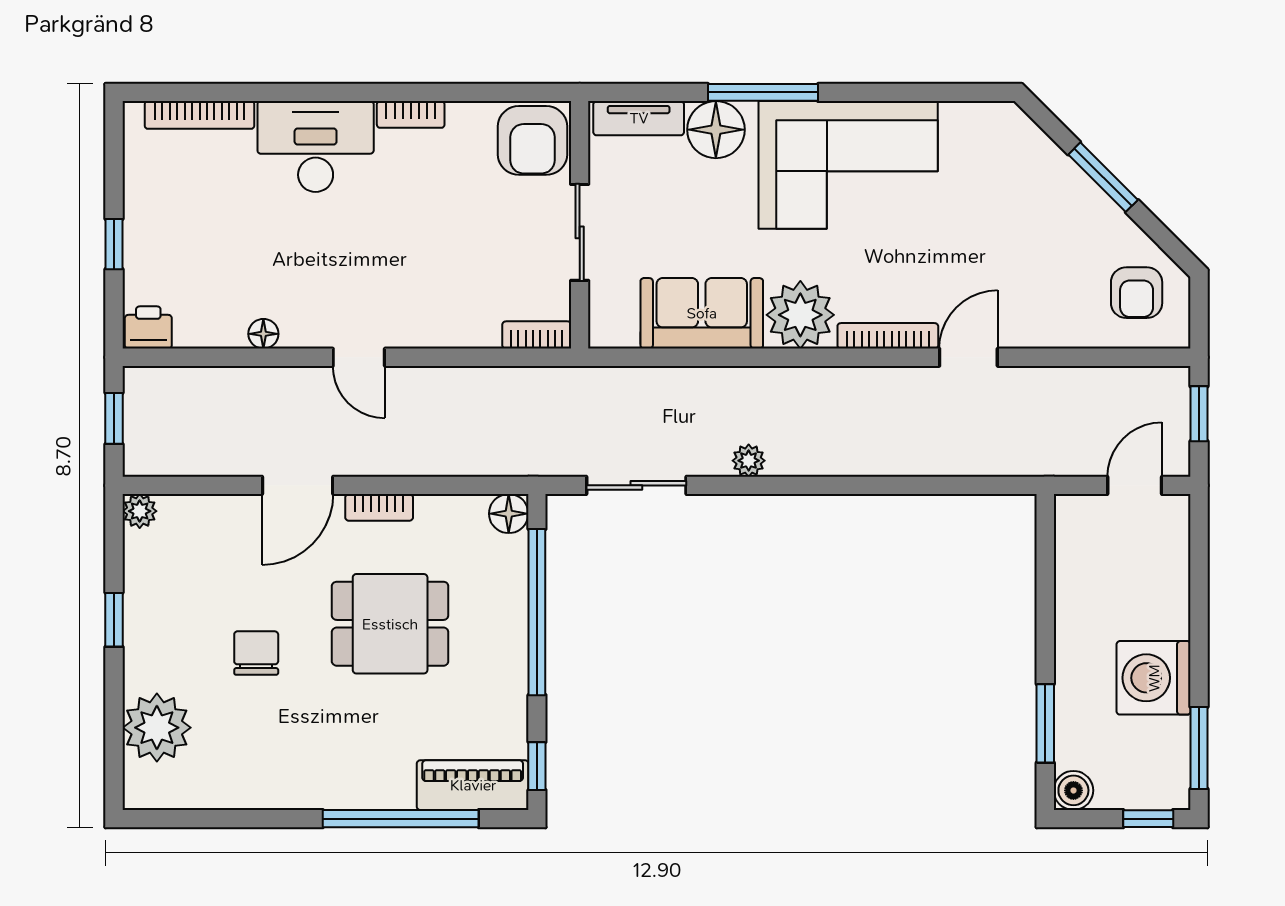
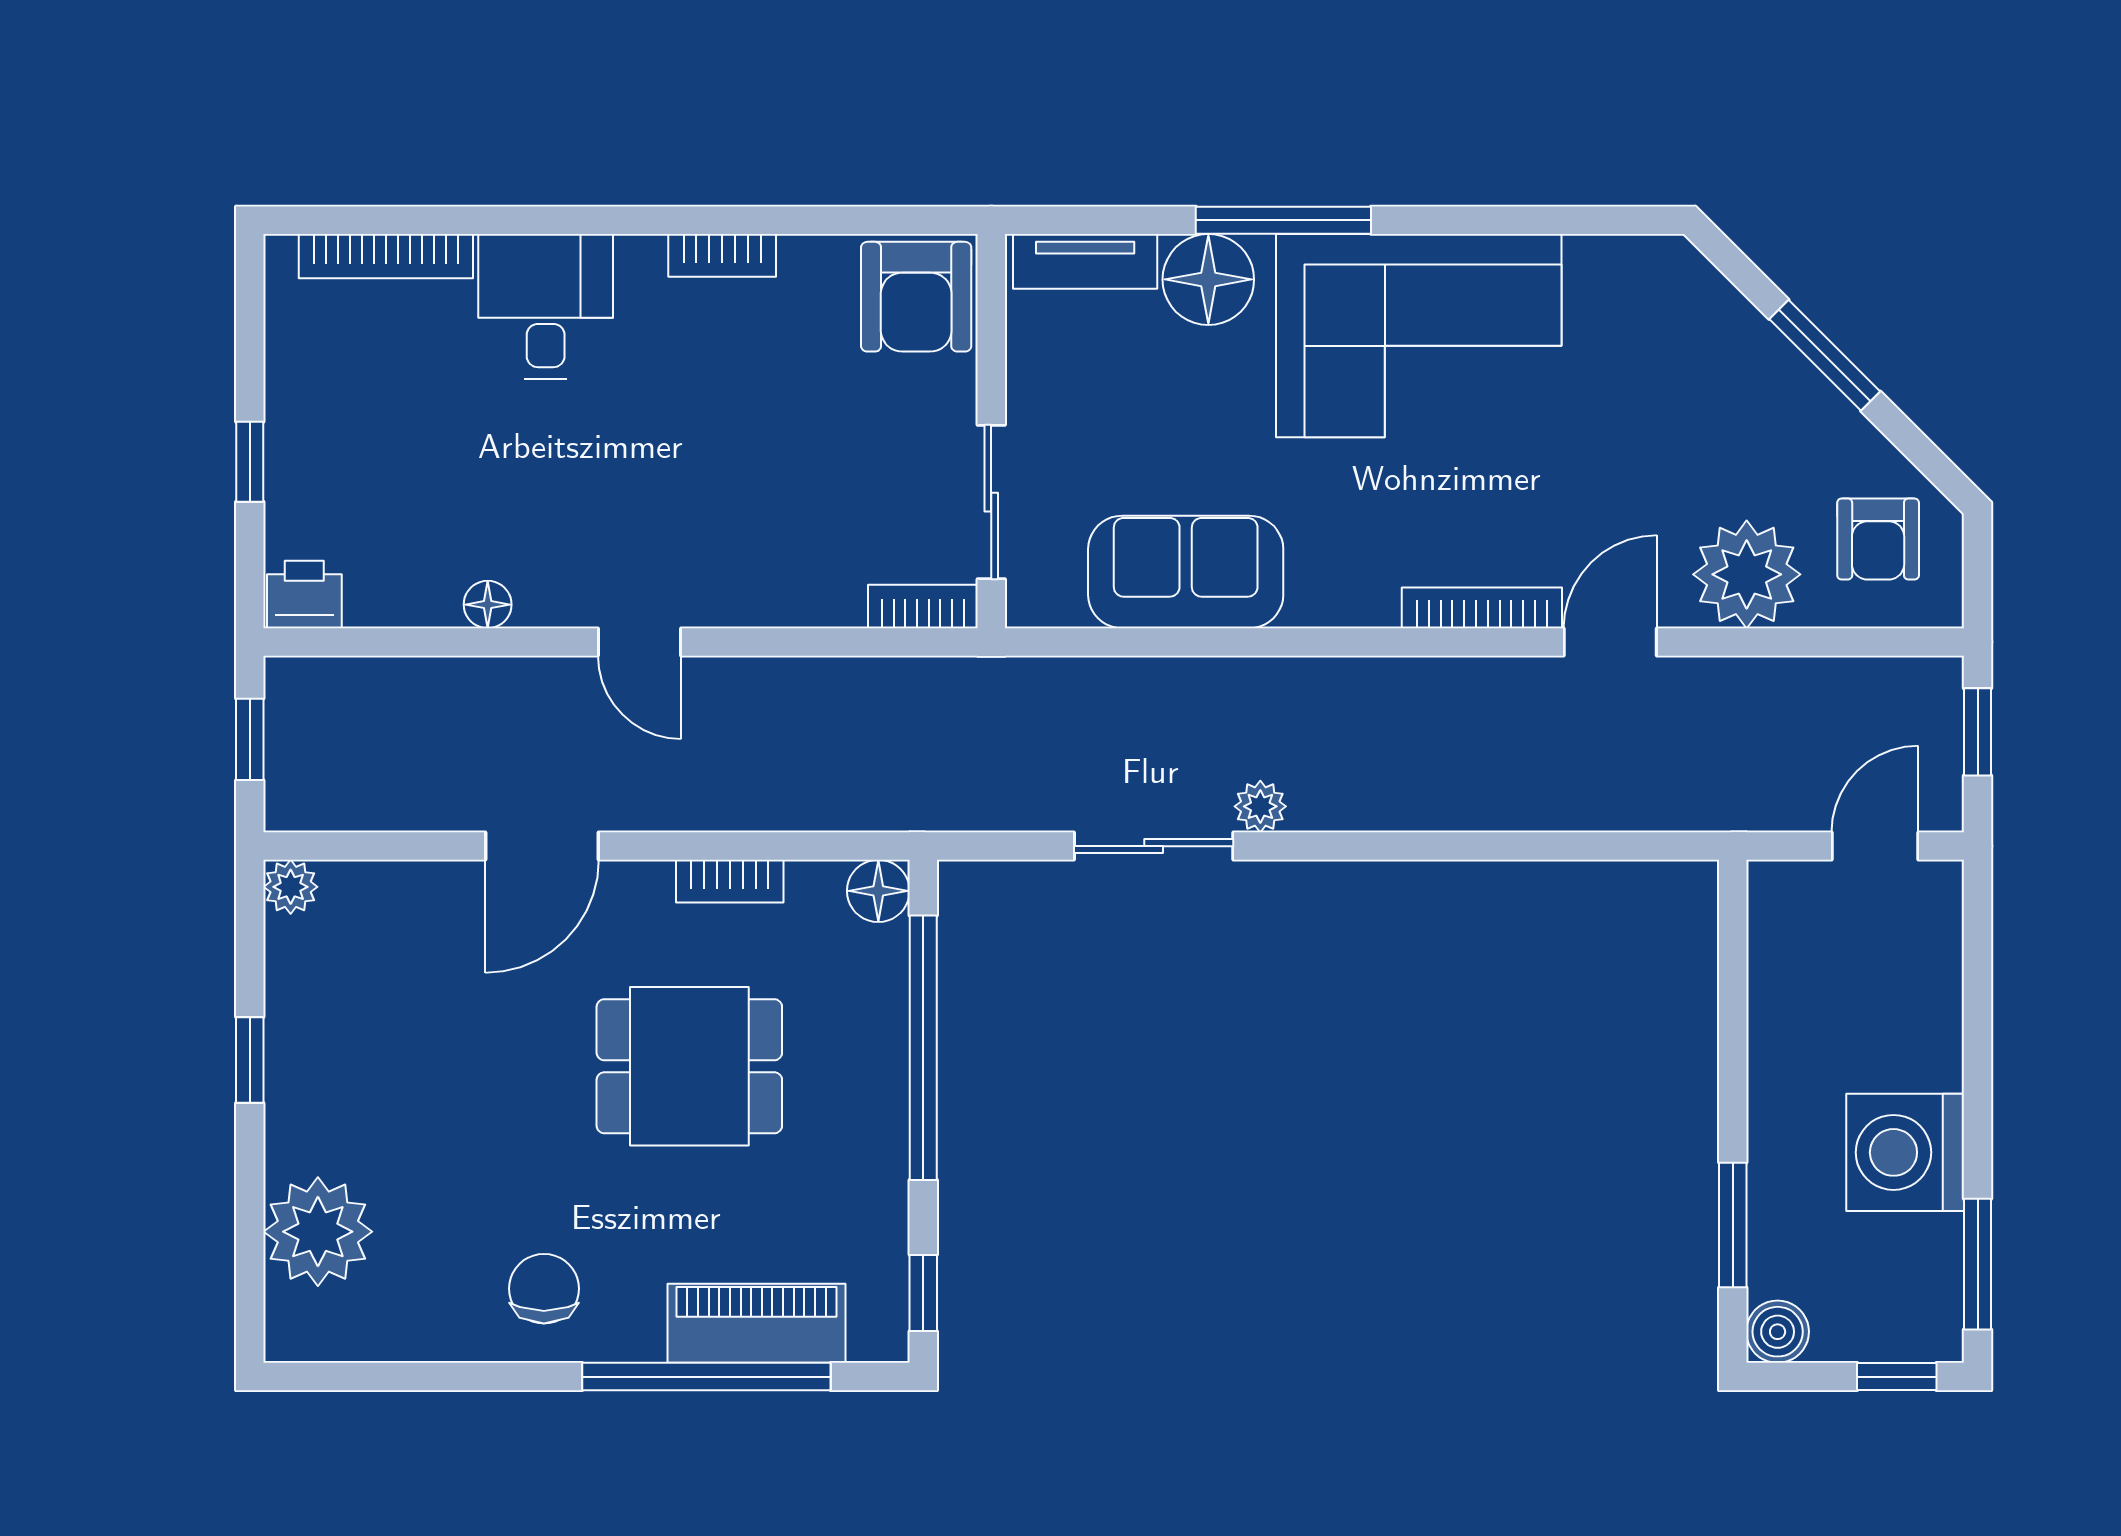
desk: (316, 147) -> (546, 306), width x0.73
sliding door: (580, 232) -> (991, 502), moved
plant: (800, 315) -> (1747, 574), moved
sliding door: (636, 485) -> (1154, 846), moved
bookcase: (379, 507) -> (730, 881), moved
chair: (256, 653) -> (544, 1289), moved
piano: (473, 785) -> (756, 1323), moved

